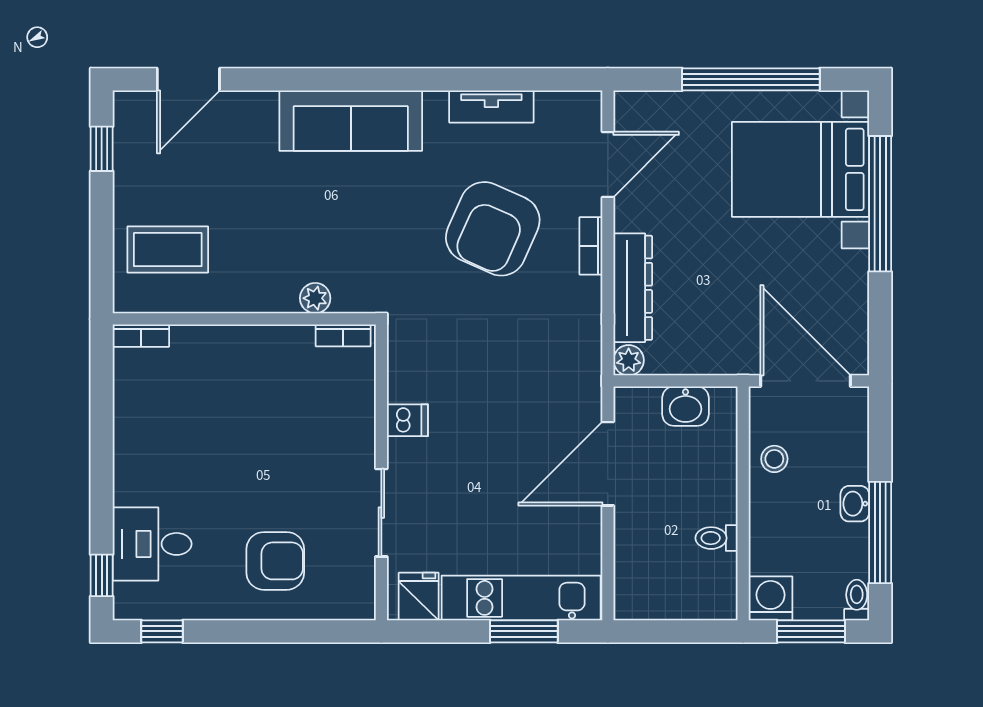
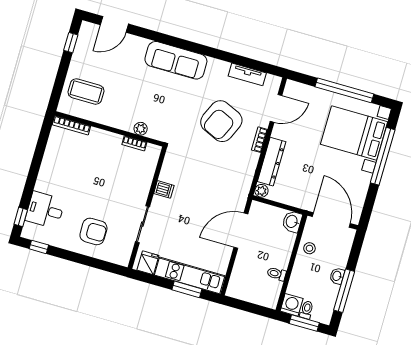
tv unit: (491, 106) -> (247, 74), moved
bookcase: (343, 335) -> (134, 143), moved
bookcase: (141, 336) -> (71, 125), width x1.56
washbasin: (686, 406) -> (292, 222), moved, turned 90
toilet: (857, 600) -> (307, 310), moved

